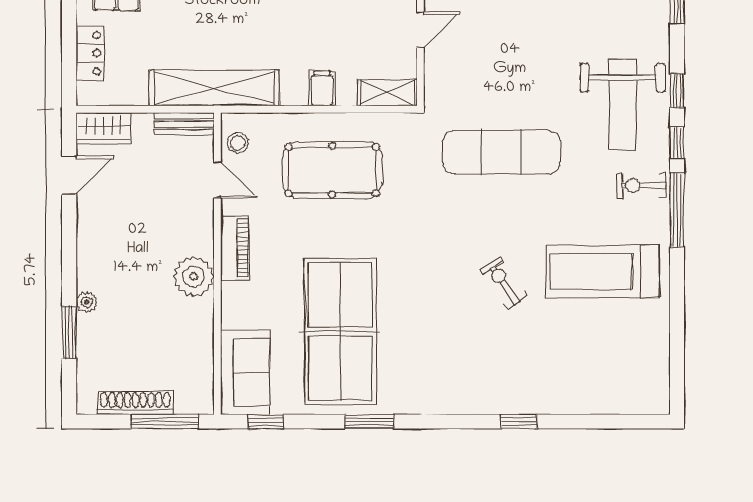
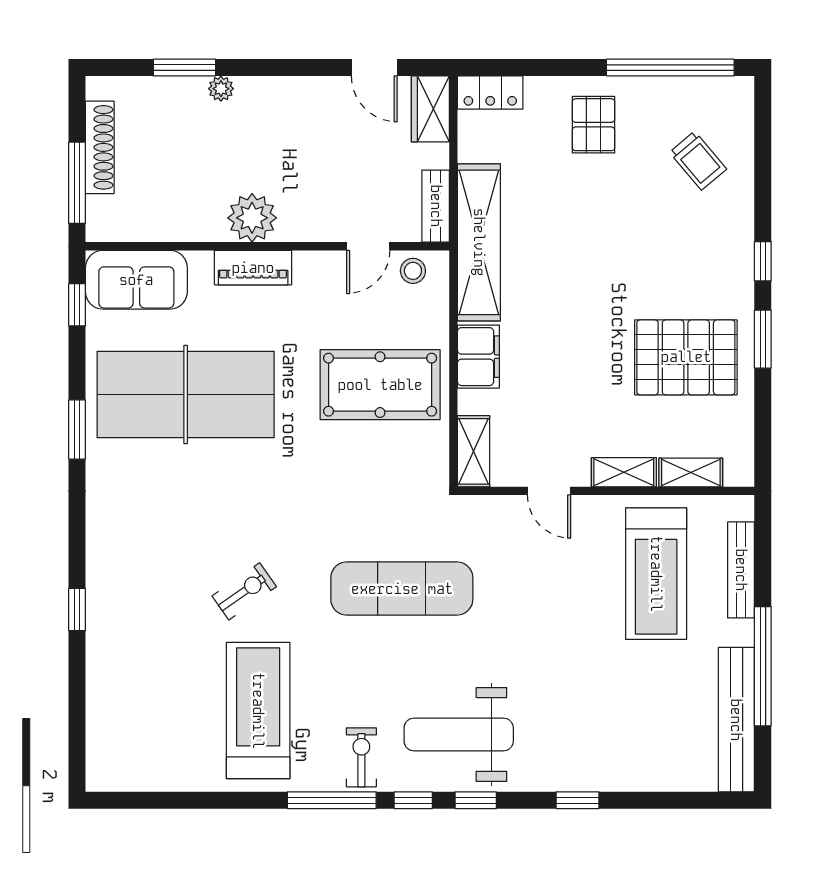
locker: (90, 53) -> (490, 93), moved
filing cabinet: (322, 89) -> (478, 357), width x2.00
exercise mat: (501, 152) -> (402, 589), turned 90
pool table: (332, 170) -> (380, 385), turned 90
piano: (235, 248) -> (253, 268), moved

